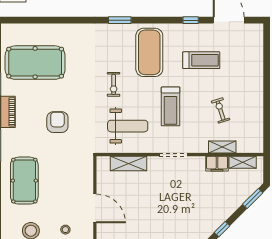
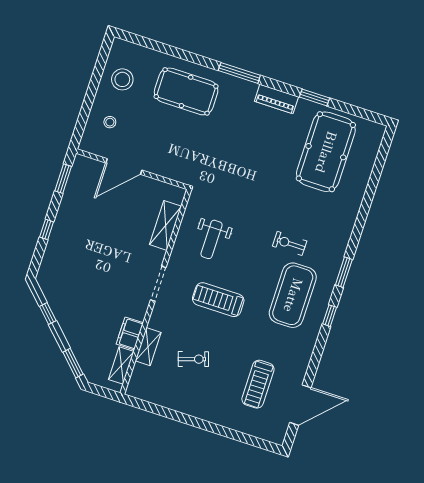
window: (191, 20) -> (330, 316), moved
exercise mat: (149, 52) -> (293, 295), turned 90
treadmill: (201, 60) -> (258, 384), moved
exercise bike: (114, 84) -> (290, 243), moved
armchair: (57, 122) -> (244, 155), removed
weight bench: (128, 126) -> (211, 239), width x0.73, depth x0.75

